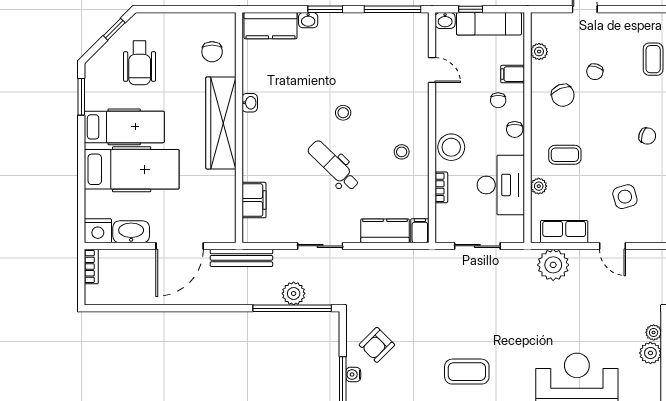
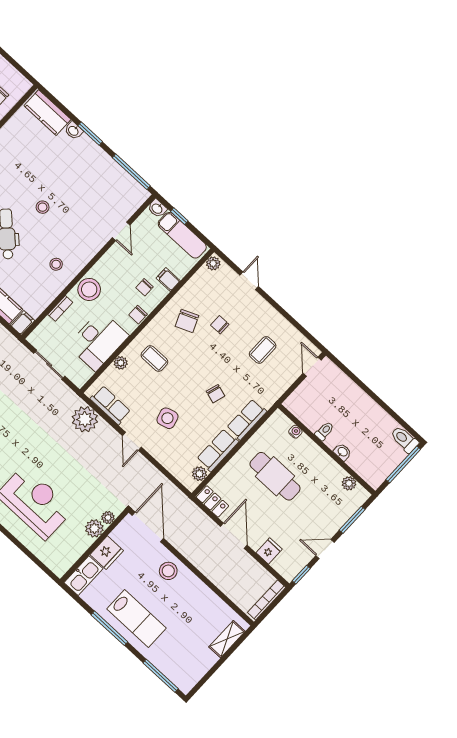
plant: (539, 52) -> (213, 263), moved
chair: (595, 72) -> (220, 325), turned 73

